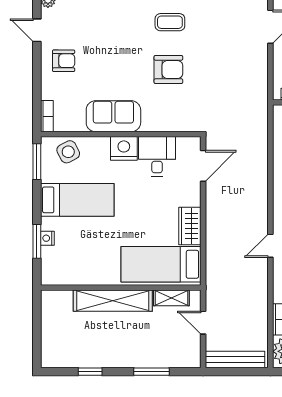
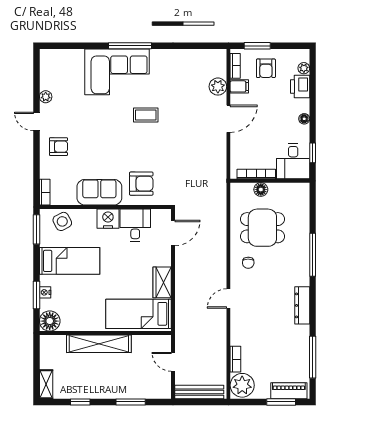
armchair: (168, 70) -> (141, 184), moved
floor lamp: (53, 273) -> (50, 321), added
shelving: (171, 298) -> (46, 384), moved, turned 90

